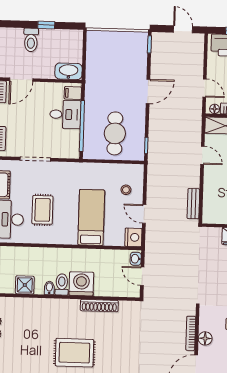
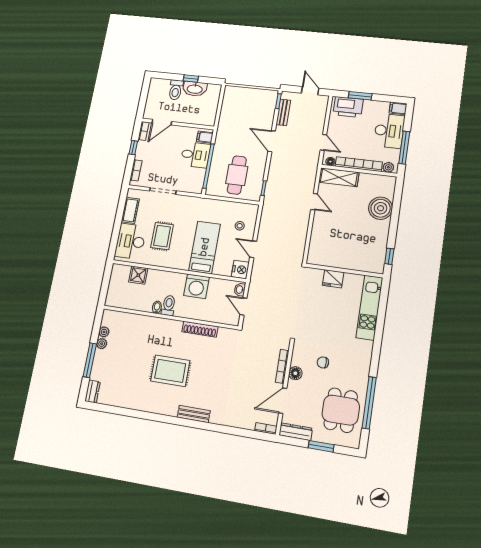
washbasin: (69, 71) -> (195, 89), moved, turned 180
door: (148, 91) -> (272, 141), swing flipped
bench: (193, 204) -> (283, 112), moved
washing machine: (81, 284) -> (196, 286), moved, turned 180
shower: (25, 285) -> (138, 275), moved

